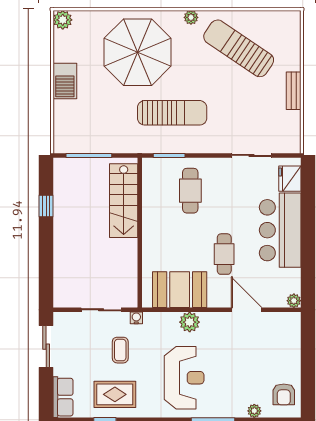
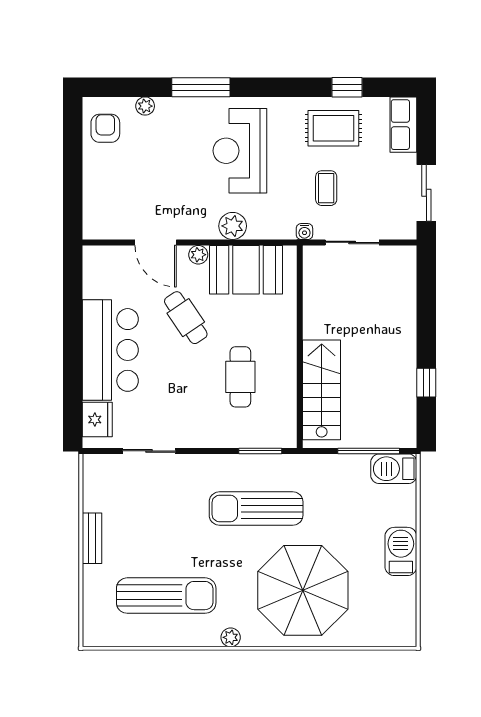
plant: (63, 20) -> (404, 634), removed
sun lounger: (239, 48) -> (166, 596), turned -34
barbecue: (70, 142) -> (394, 469), added
cafe table: (190, 191) -> (240, 377), moved
cafe table: (224, 254) -> (186, 318), turned -34
plant: (294, 301) -> (198, 255), moved

